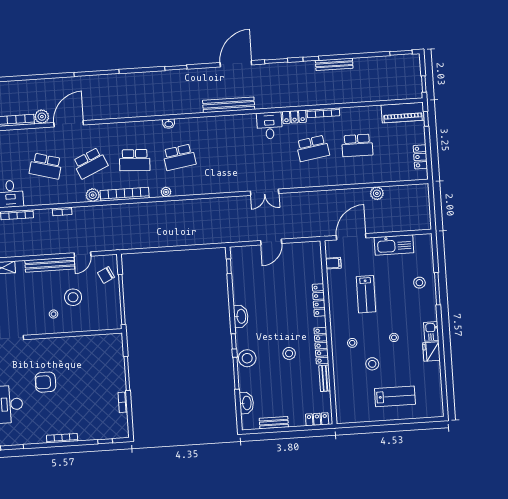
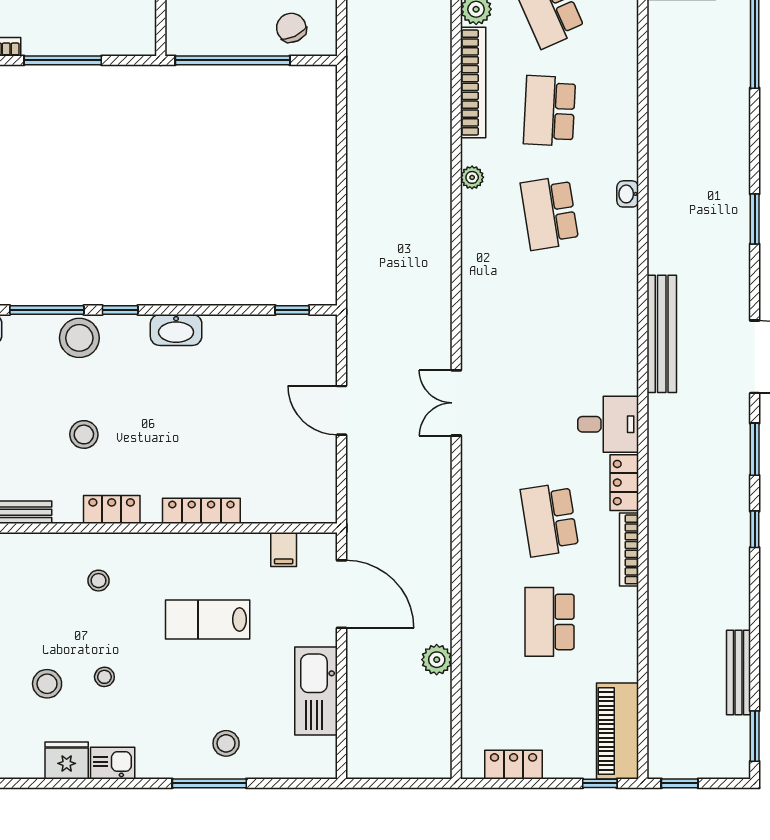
bench: (334, 64) -> (738, 672), moved
locker: (321, 346) -> (112, 510), width x0.66
stool: (372, 364) -> (47, 684), moved

